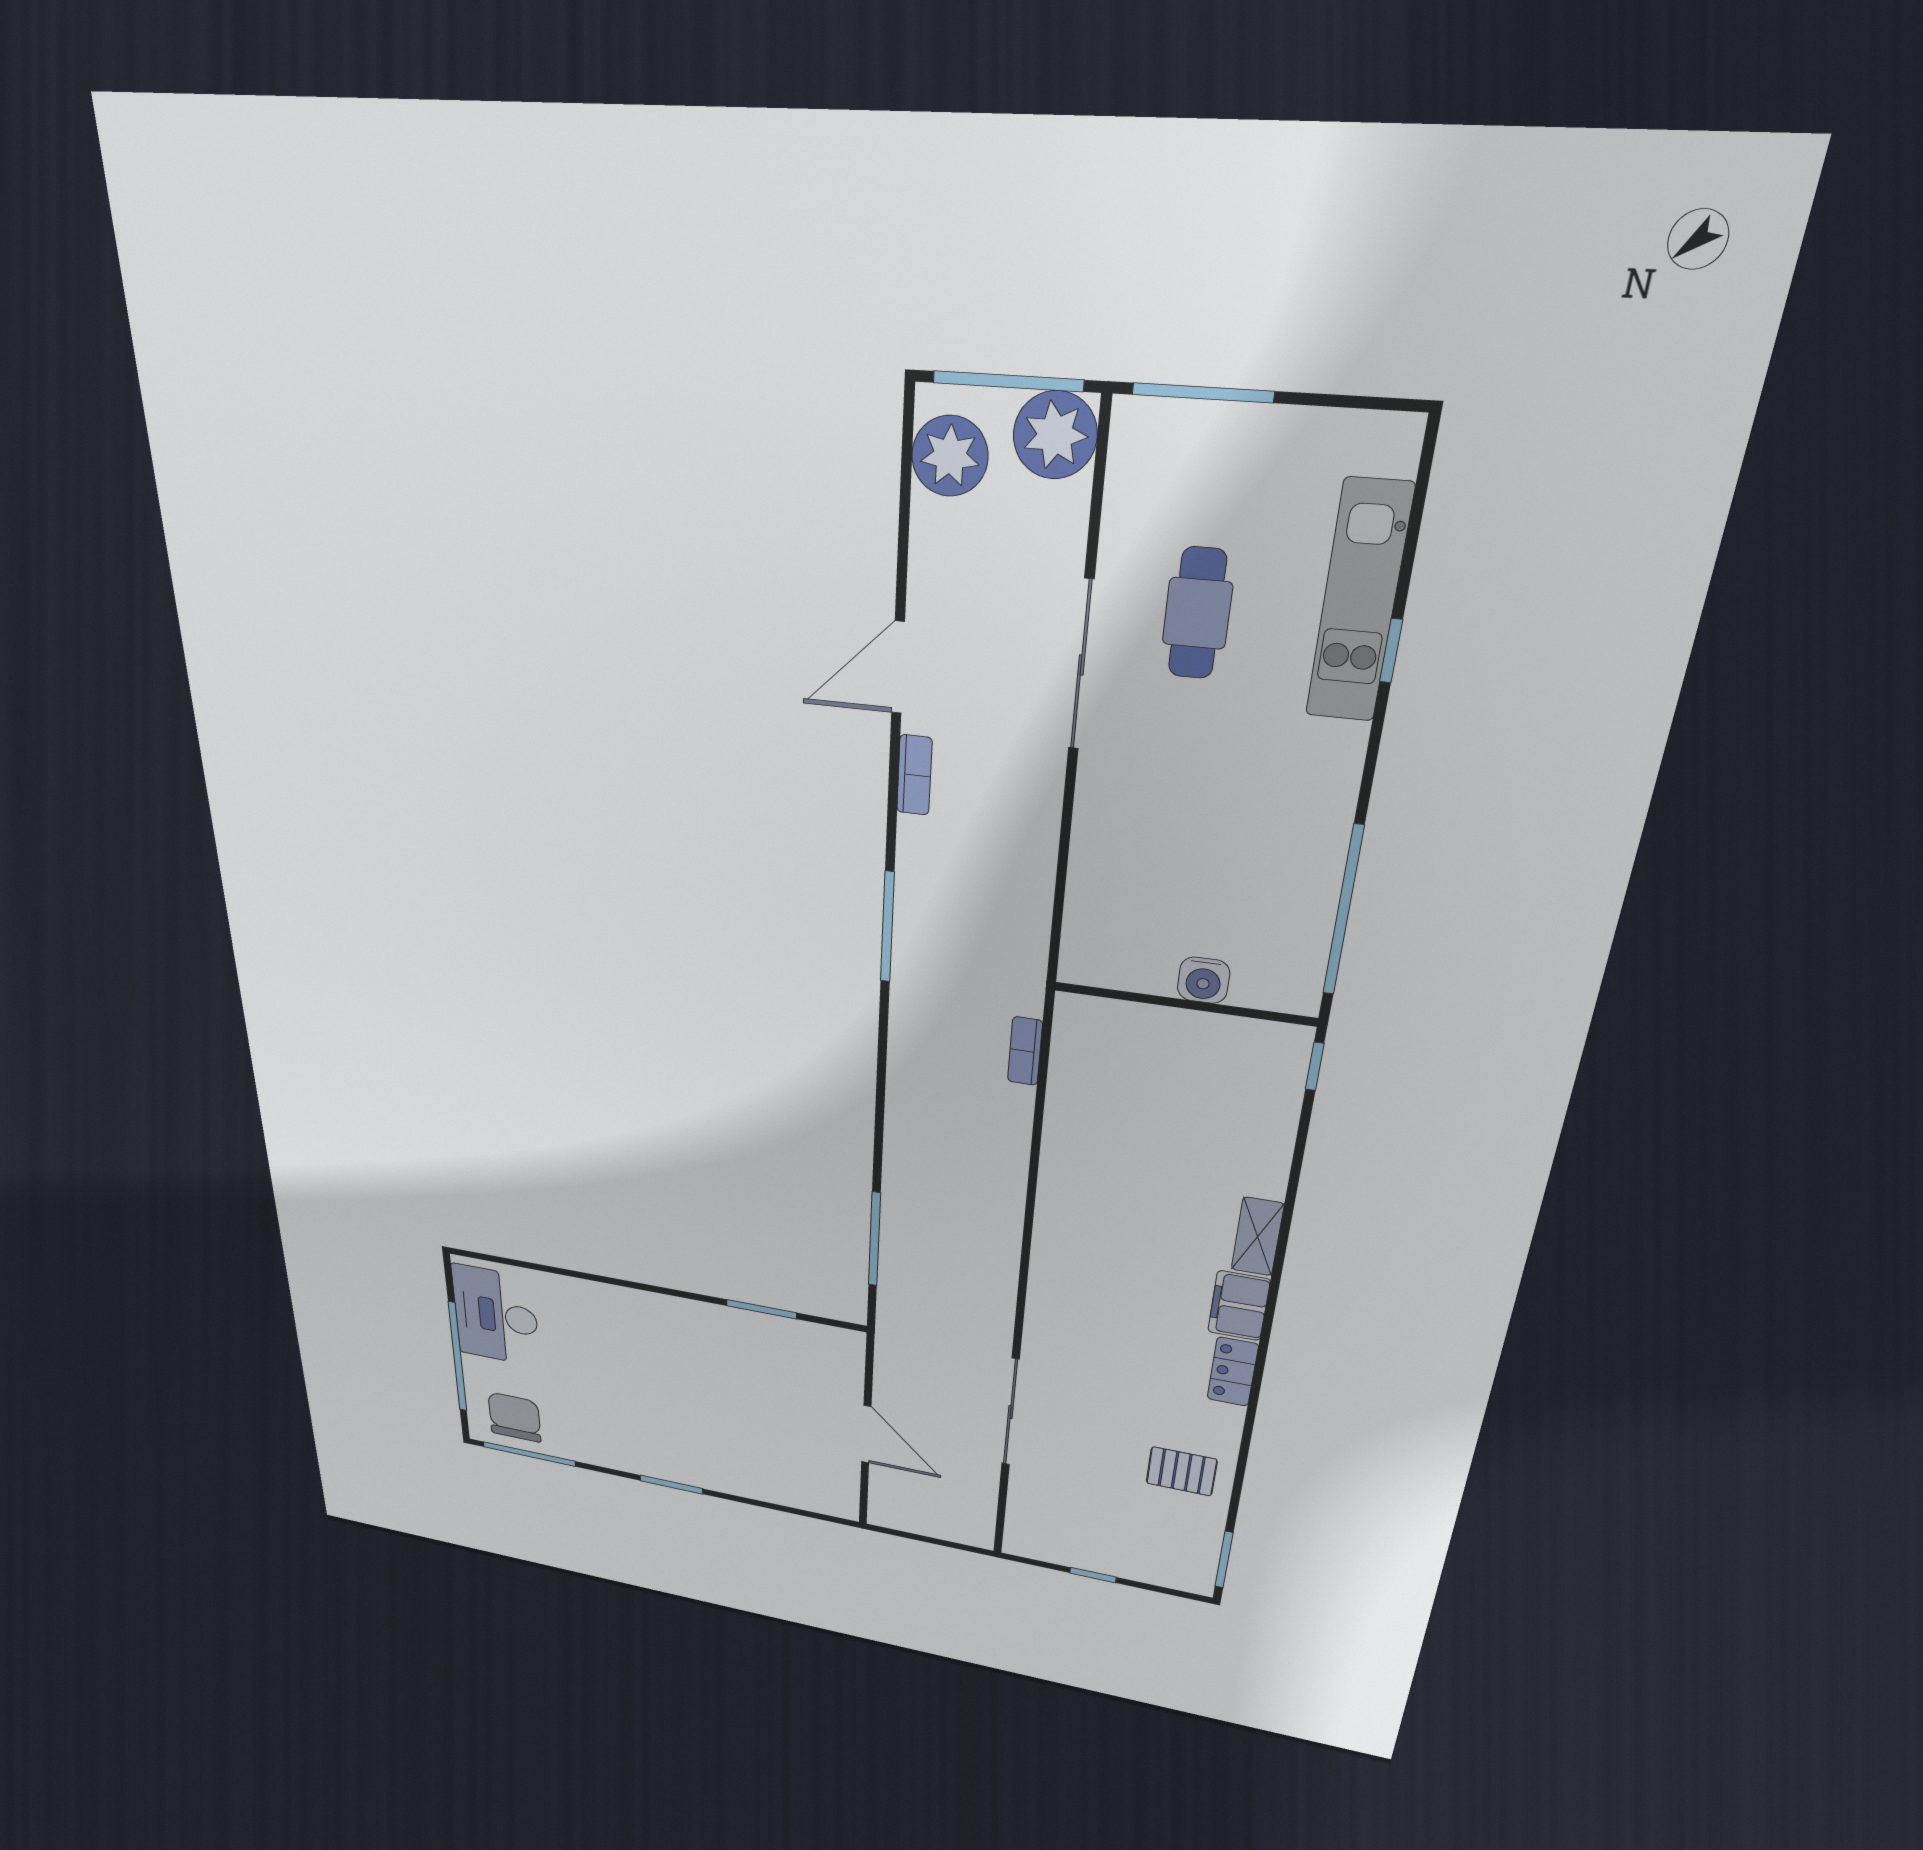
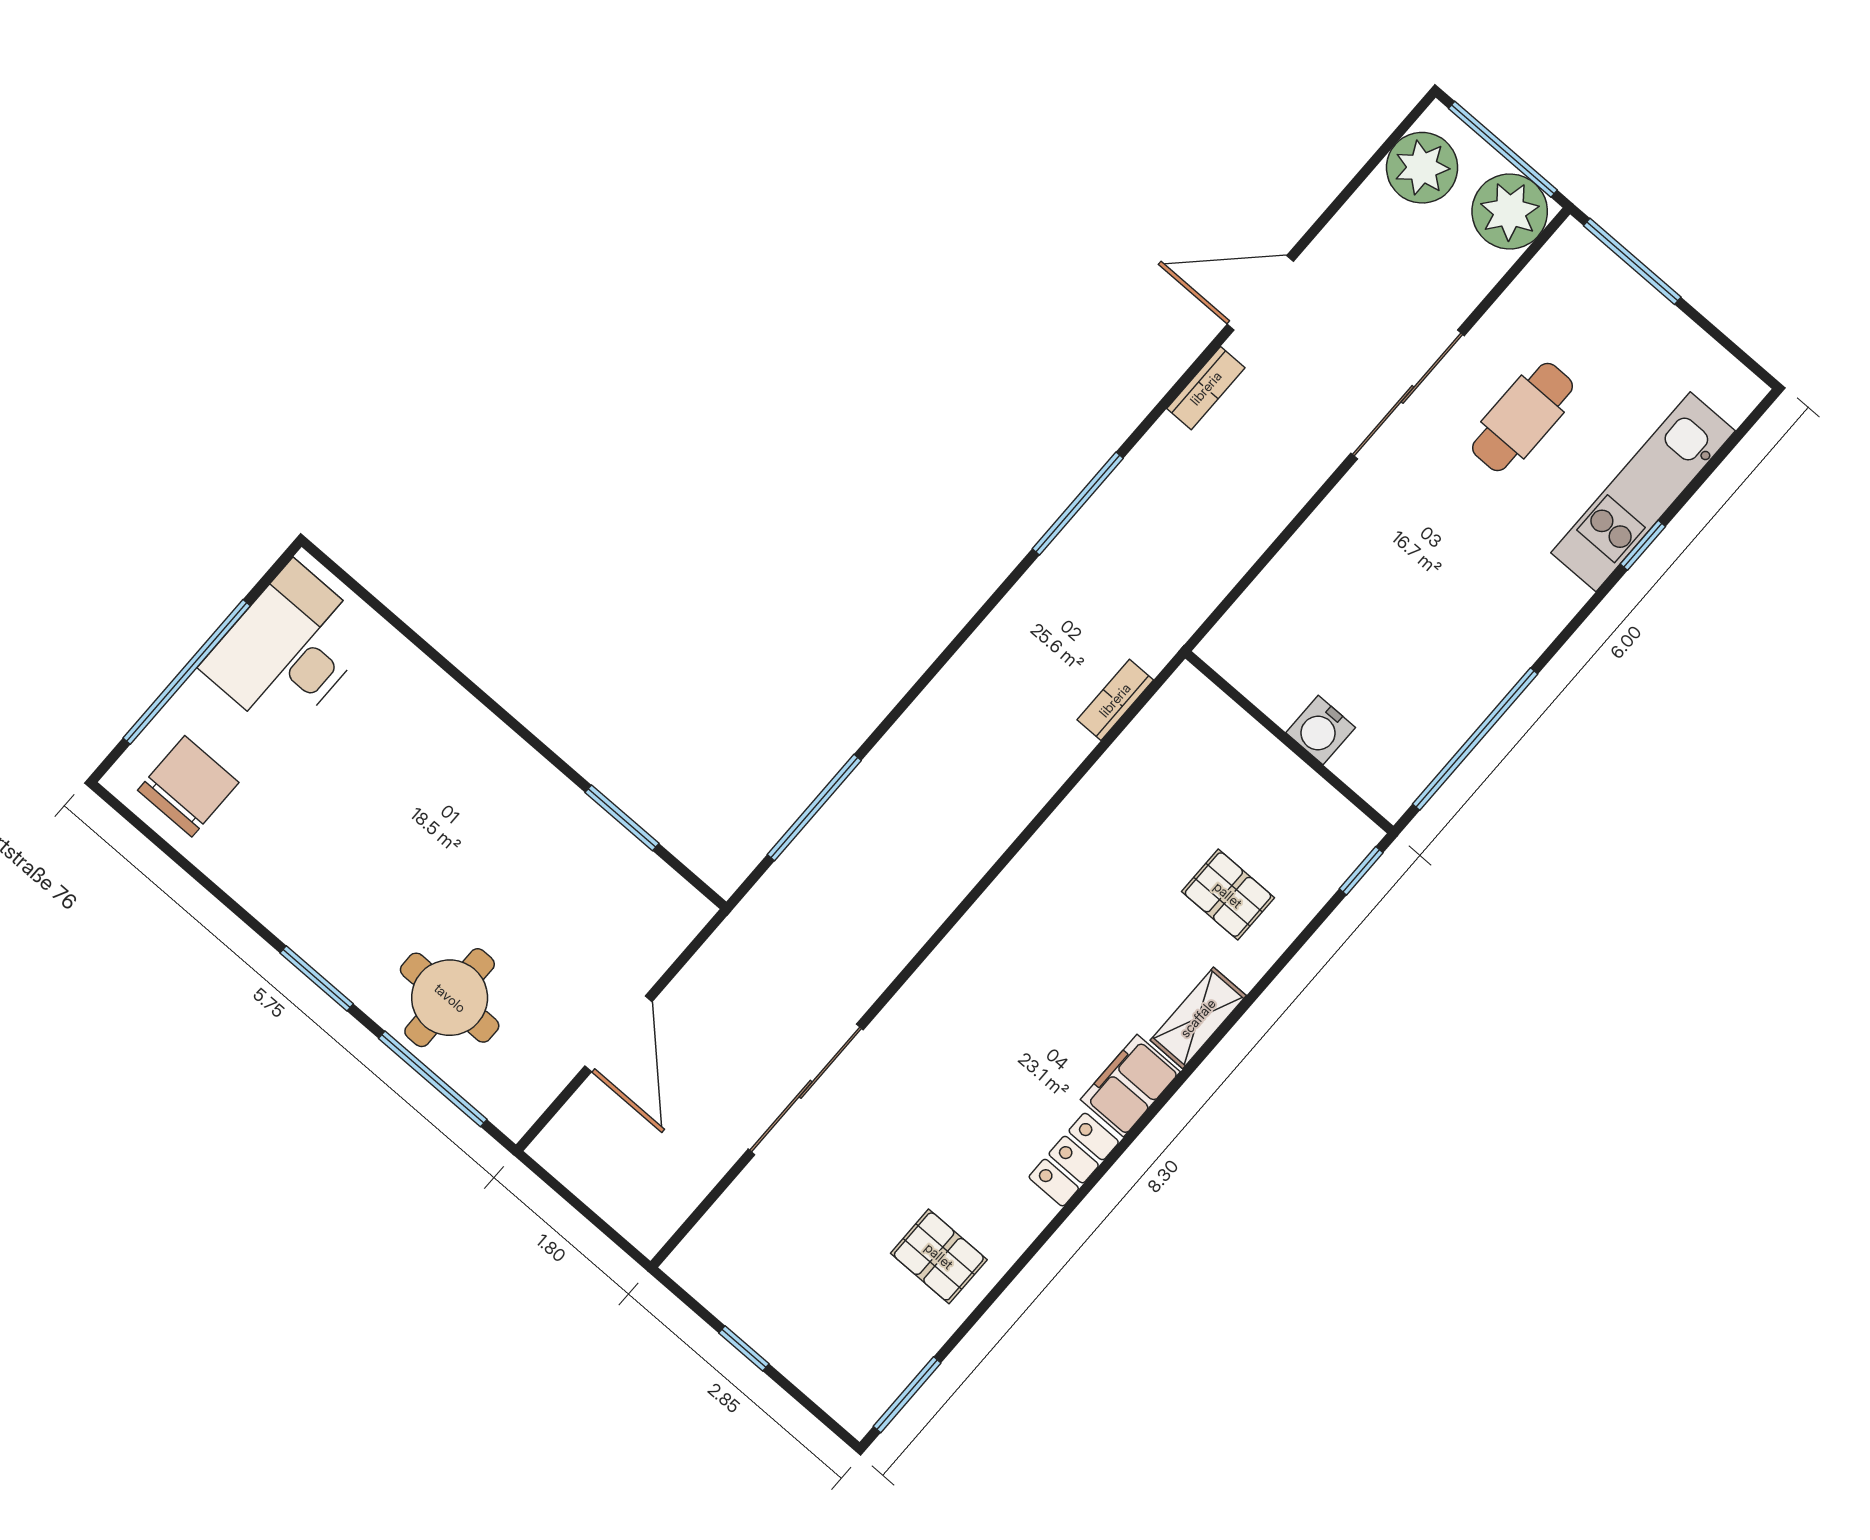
pallet: (1217, 1140) -> (1228, 895), added
window: (529, 1454) -> (433, 1079), moved
round table: (752, 1460) -> (450, 998), added

